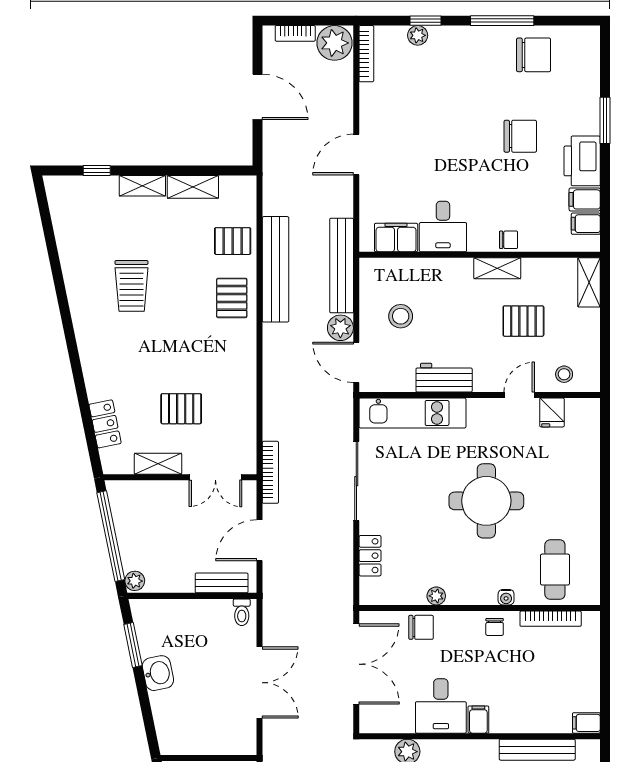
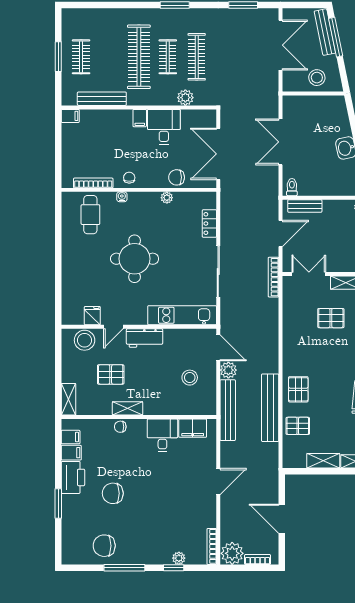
stool: (564, 374) -> (85, 340), width x1.89, depth x1.89
workbench: (444, 378) -> (145, 338), moved

